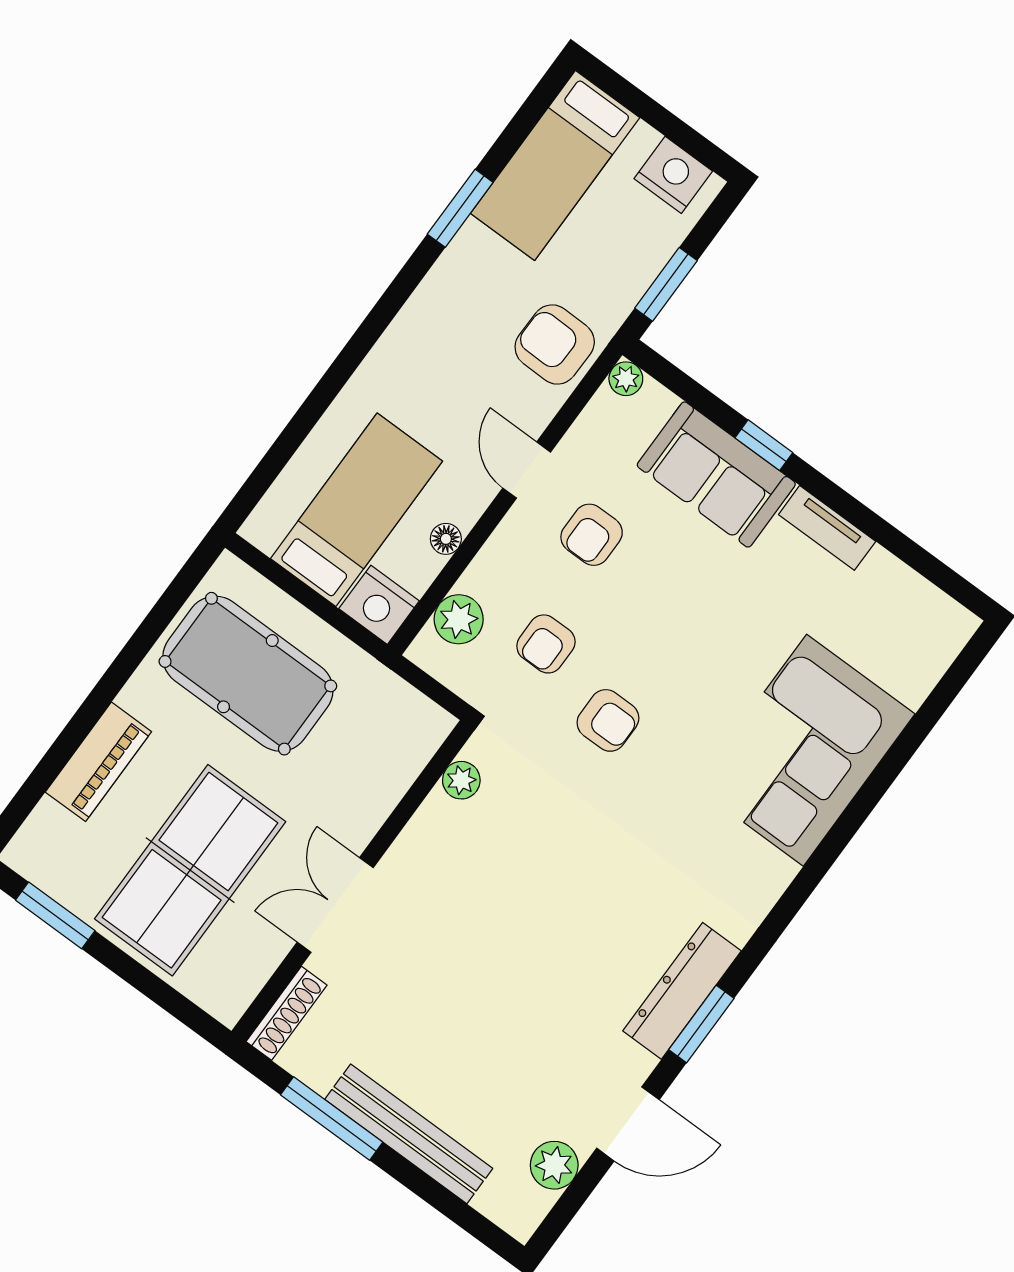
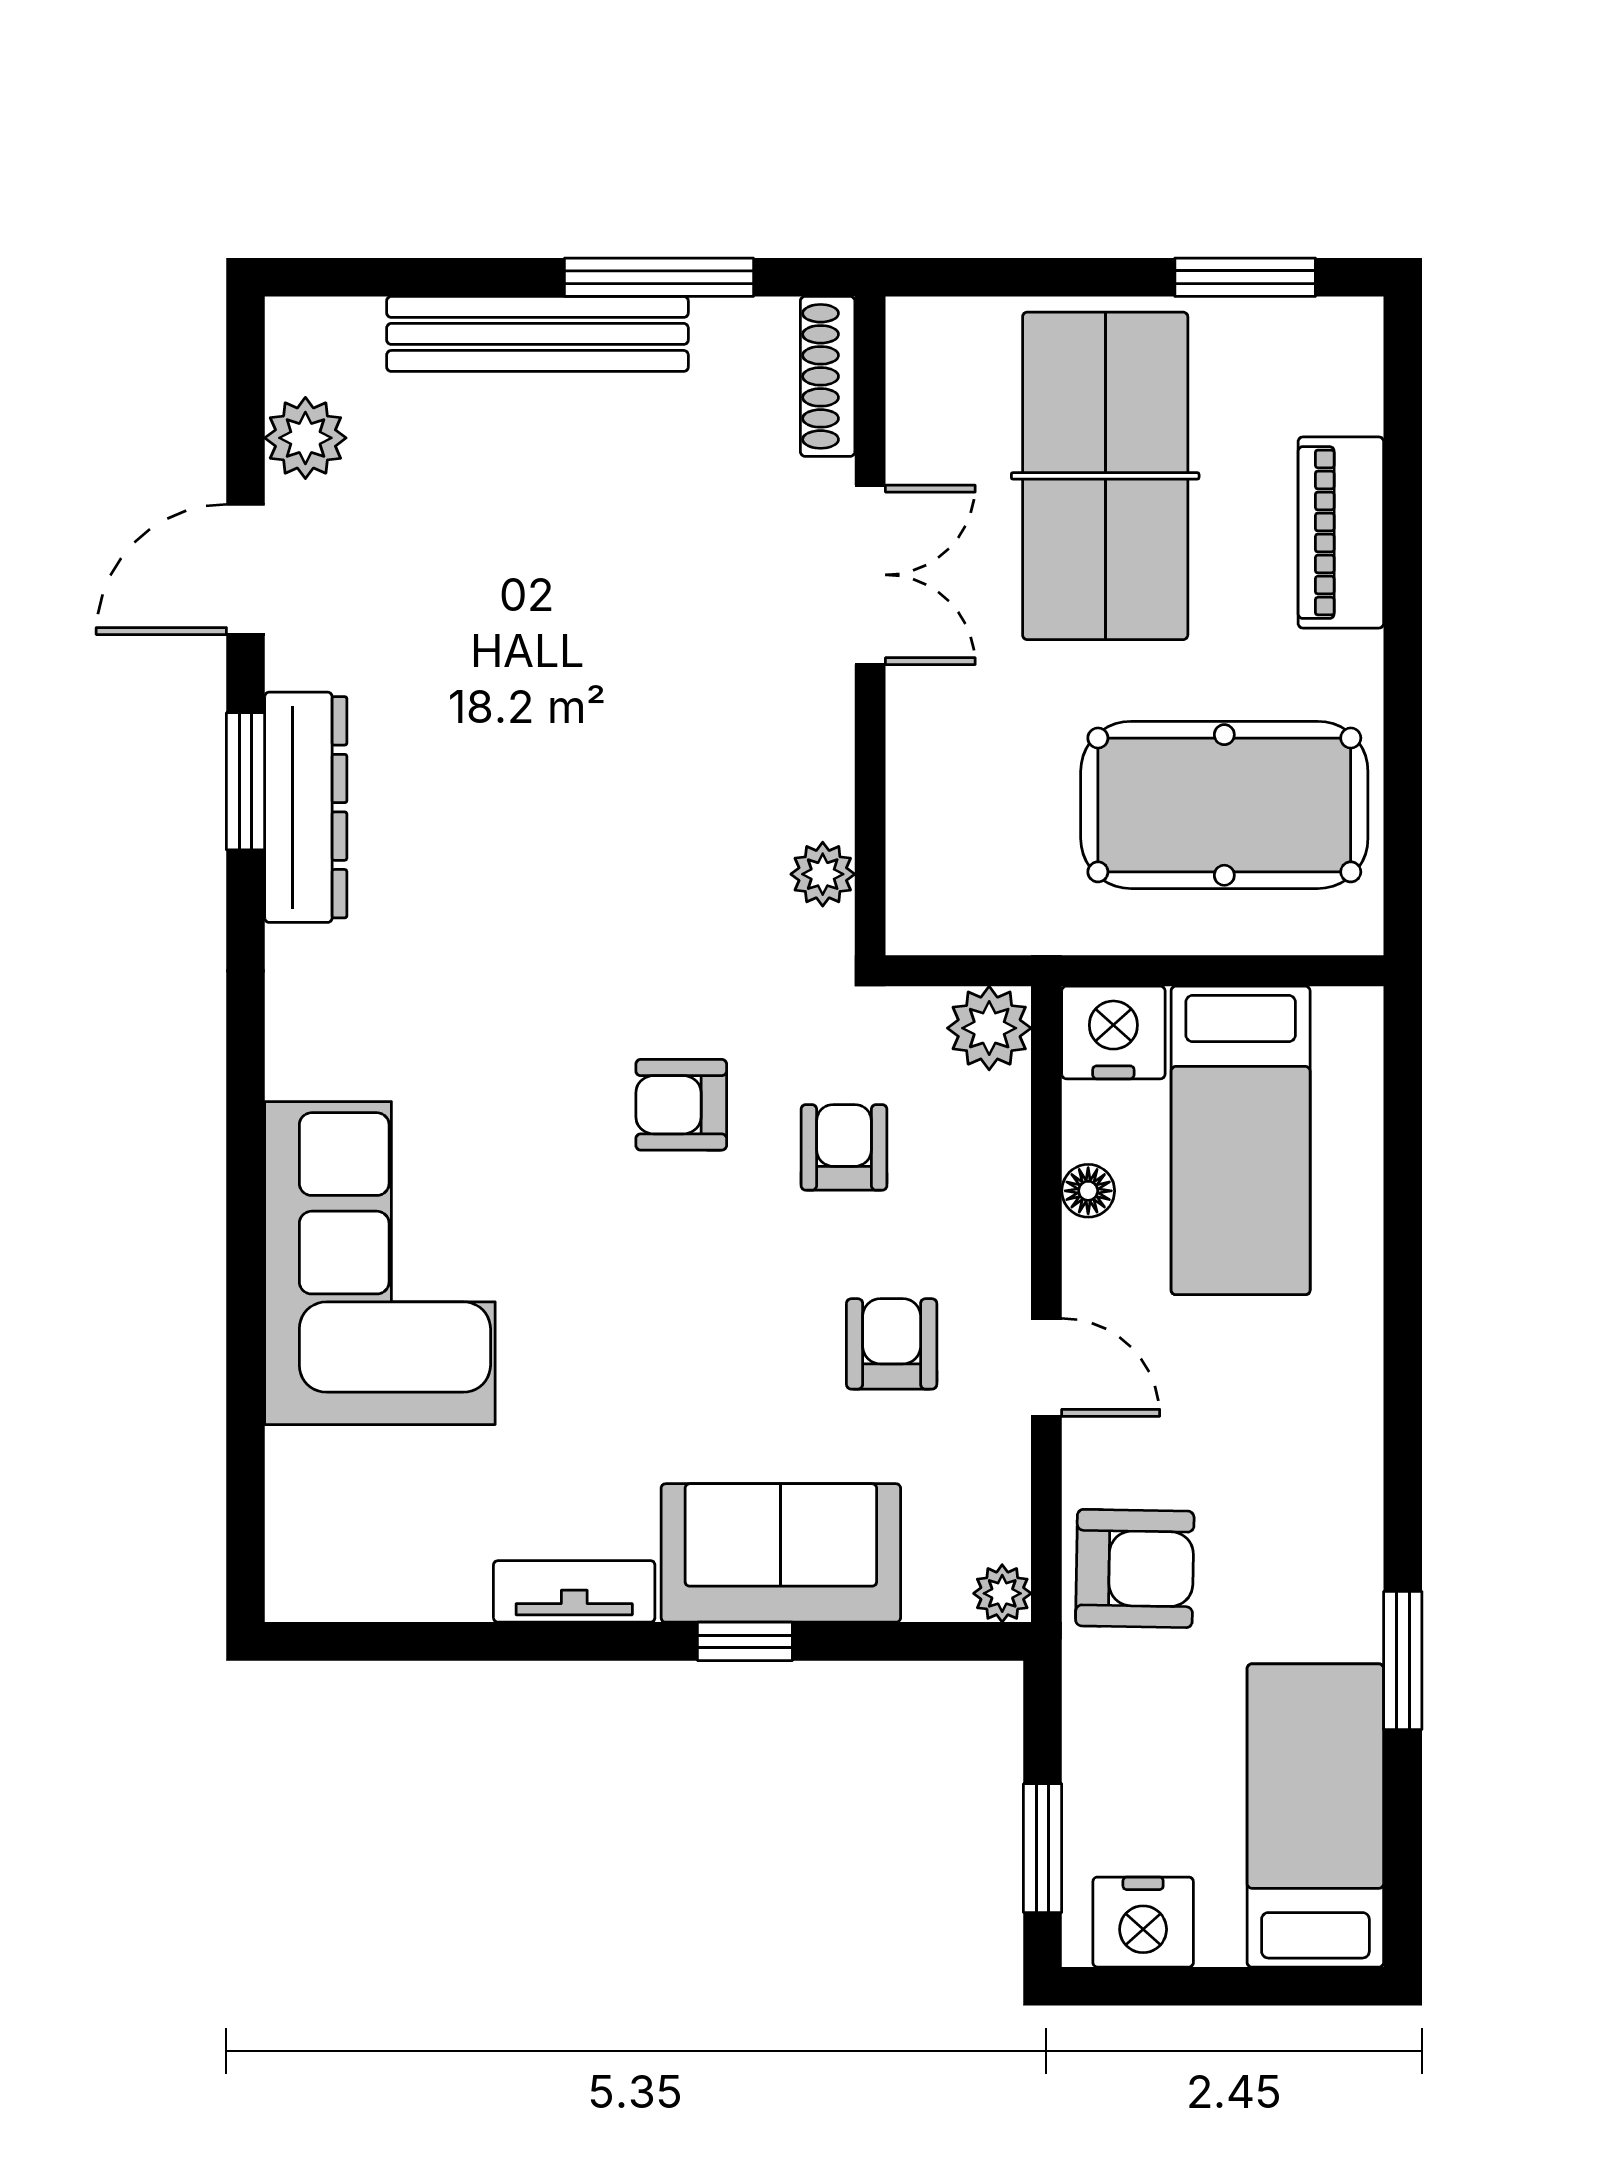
window: (666, 284) -> (1043, 1848), moved
plant: (459, 619) -> (989, 1028), moved

